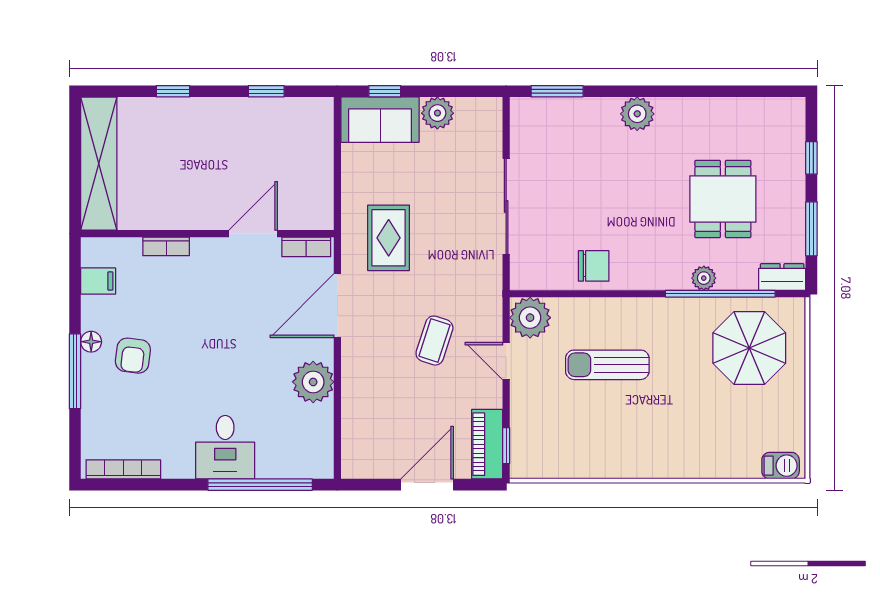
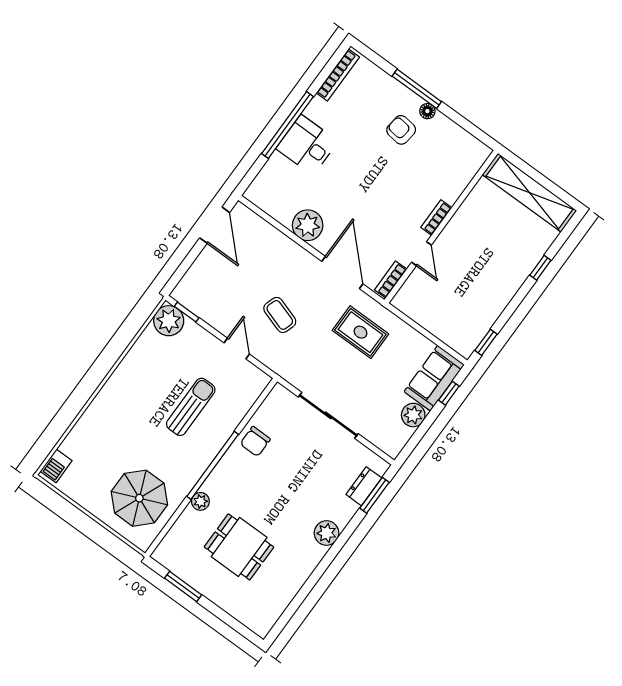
window: (266, 91) -> (486, 342), moved
window: (811, 158) -> (225, 617), removed
door: (253, 234) -> (421, 254), width x0.73
bookcase: (166, 246) -> (436, 218), moved
dresser: (782, 277) -> (364, 486), moved, turned 180
filing cabinet: (98, 281) -> (460, 141), removed
window: (720, 294) -> (213, 465), moved
plant: (530, 318) -> (169, 321), moved
door: (506, 361) -> (237, 349), hinge flipped
piano: (487, 444) -> (196, 301), removed
window: (260, 485) -> (287, 125), moved
door: (427, 485) -> (215, 225), moved

